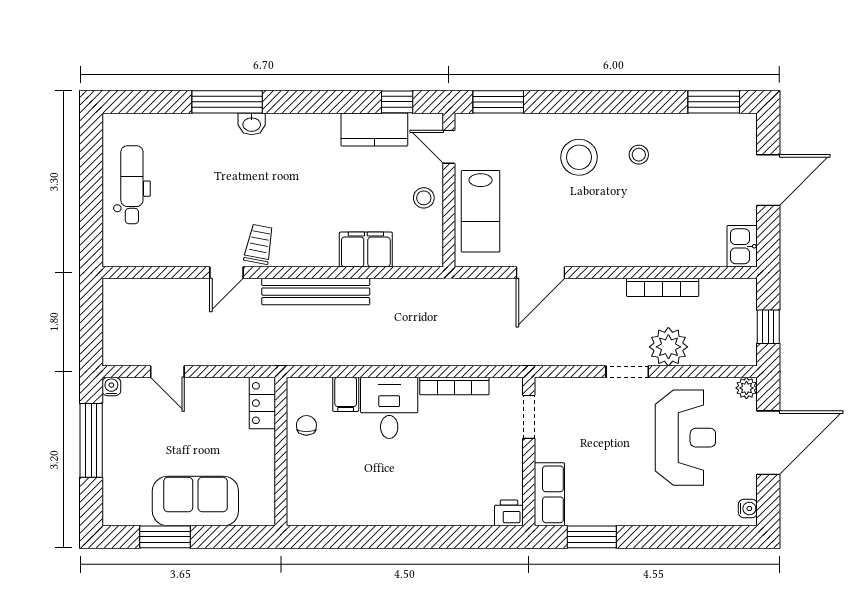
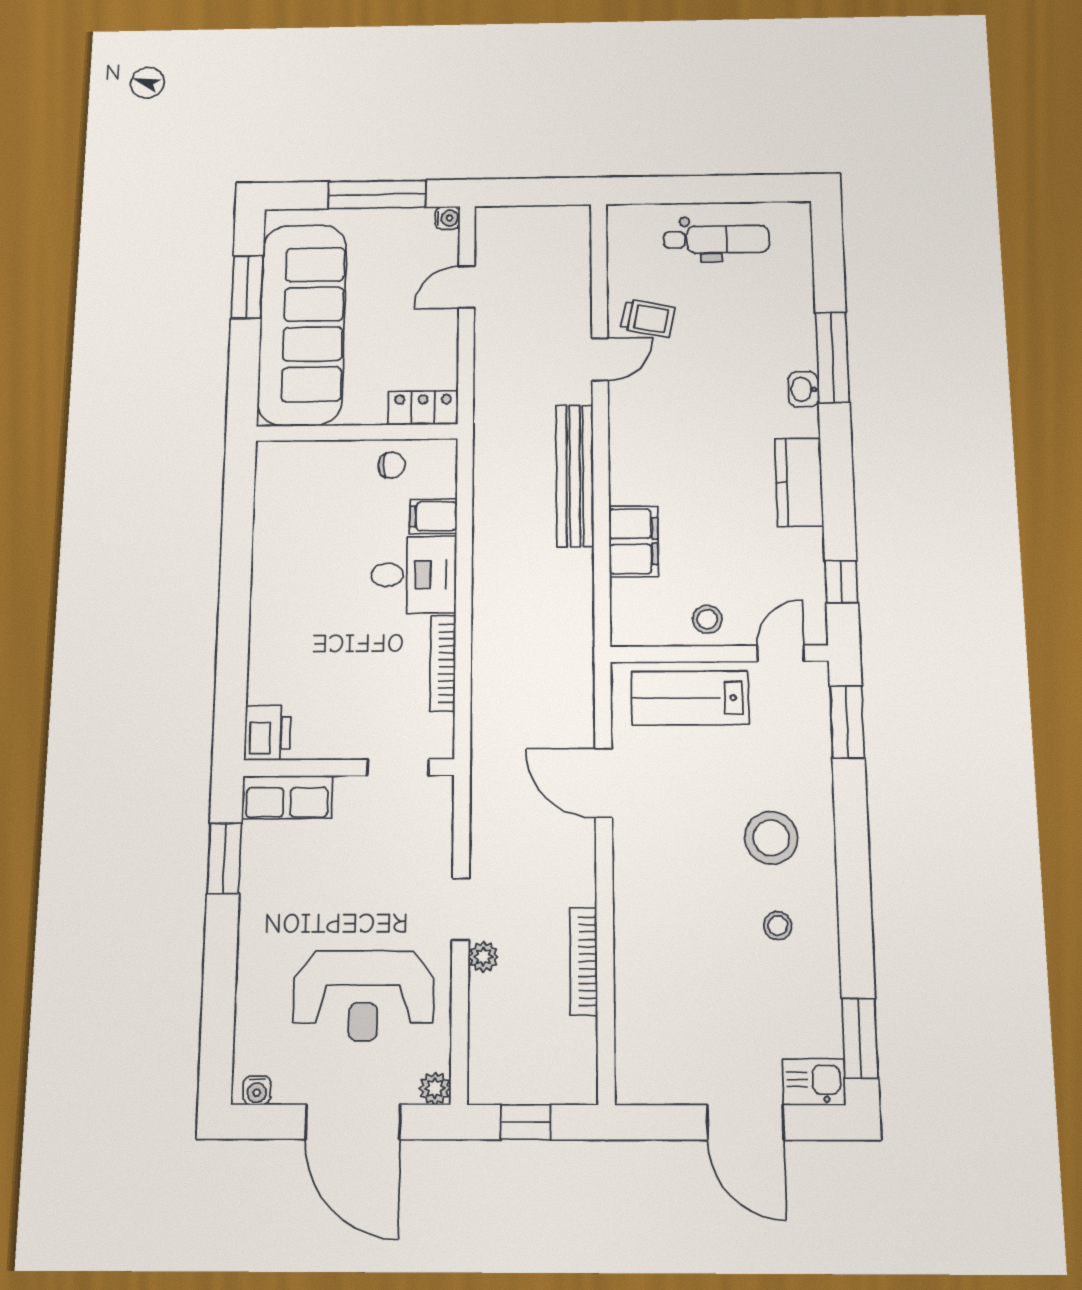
kitchen counter: (374, 130) -> (799, 482), moved
trolley: (259, 244) -> (648, 318), moved
kitchen sink: (742, 246) -> (814, 1082), moved
door: (226, 273) -> (600, 360), swing flipped
plant: (668, 347) -> (483, 957), width x0.53, depth x0.53
sofa: (195, 501) -> (302, 324), width x1.85, depth x1.27
printer: (509, 513) -> (267, 733), width x1.36, depth x1.24

